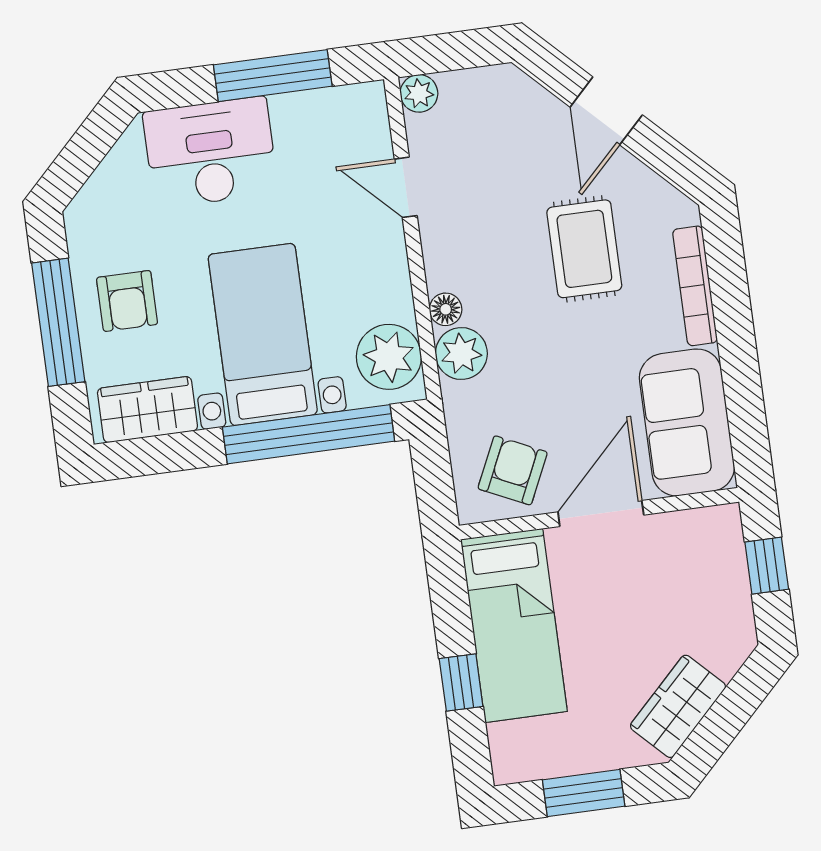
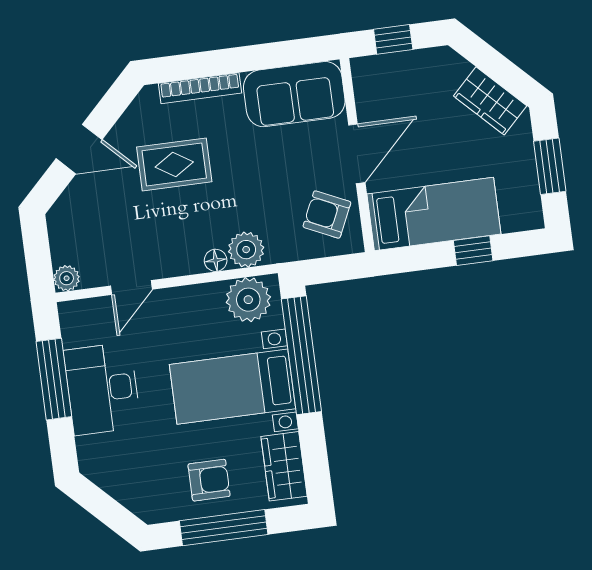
desk: (210, 152) -> (102, 389), moved
door: (601, 513) -> (357, 154), swing flipped

